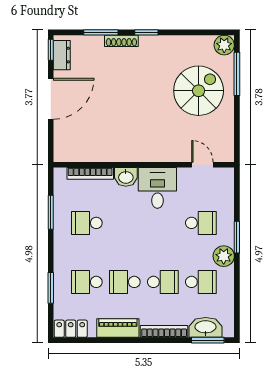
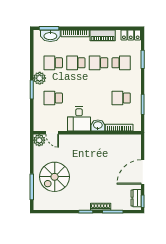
plant: (224, 45) -> (39, 140), moved
school desk: (87, 223) -> (121, 98), turned 180
school desk: (125, 282) -> (99, 63), turned 180

